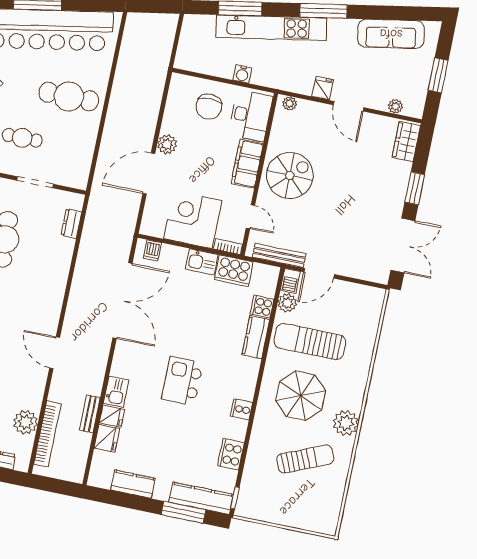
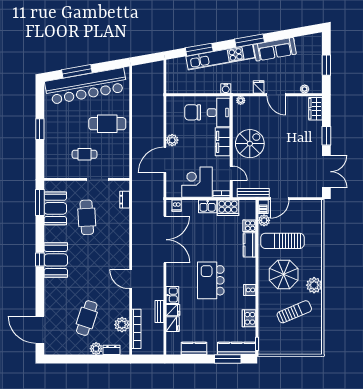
sofa: (391, 34) -> (275, 49), moved
water cooler: (242, 74) -> (226, 89), moved
chair: (209, 107) -> (193, 112), turned 90
kitchen island: (182, 381) -> (211, 280), width x1.37, depth x1.28

